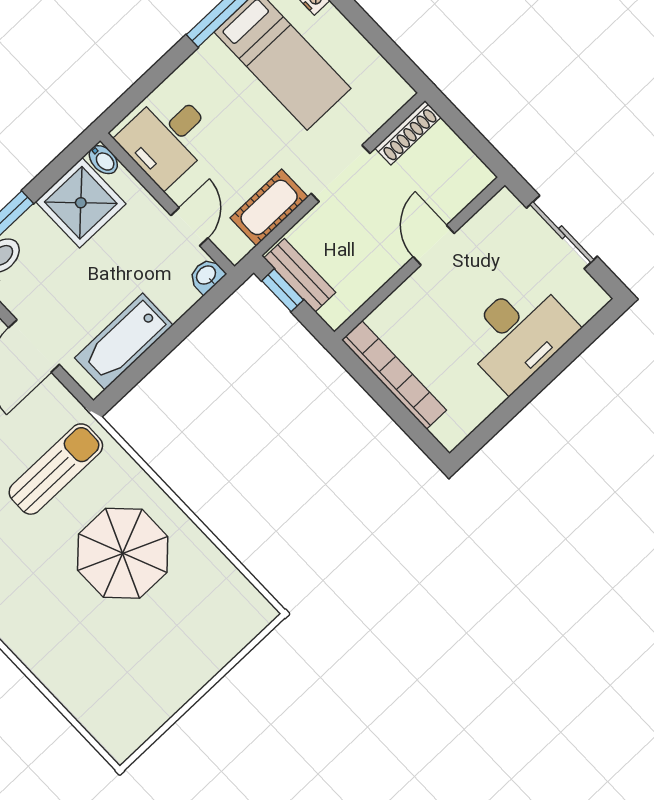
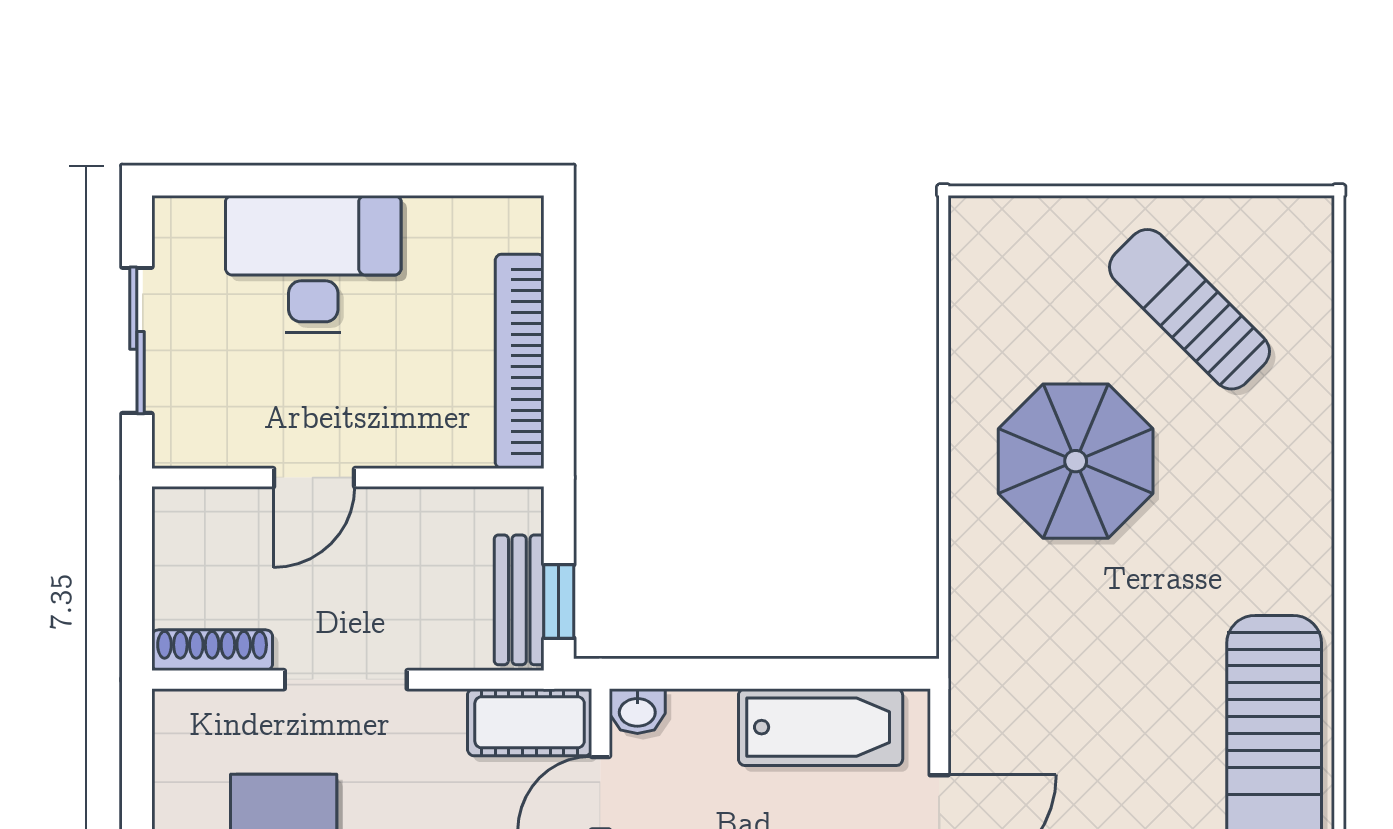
cot: (269, 207) -> (530, 722), moved
sun lounger: (56, 469) -> (1190, 309), moved, turned 45

